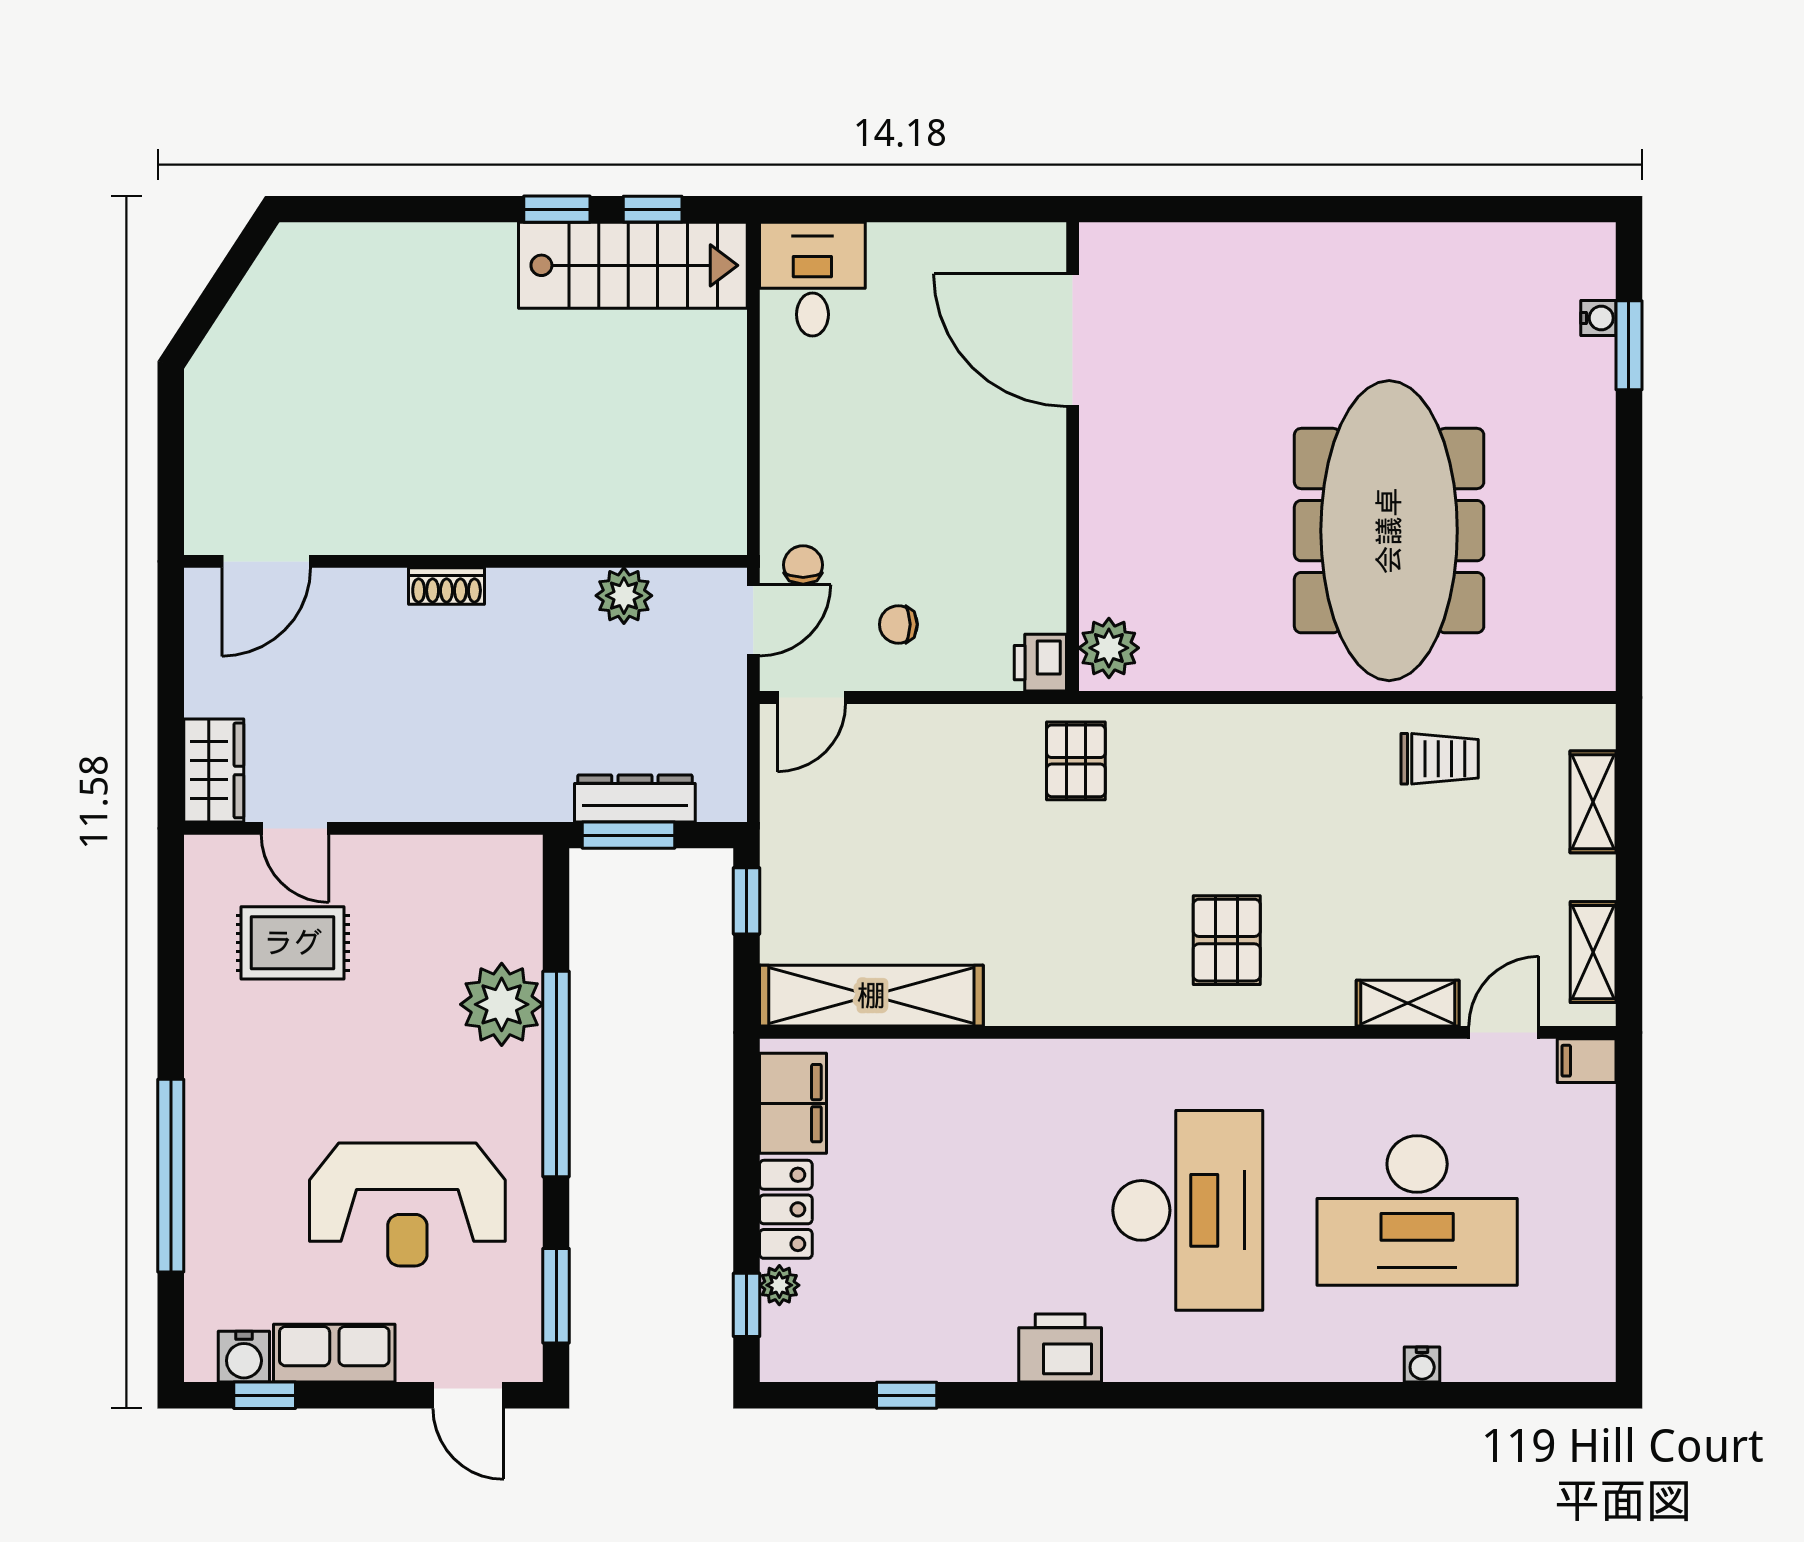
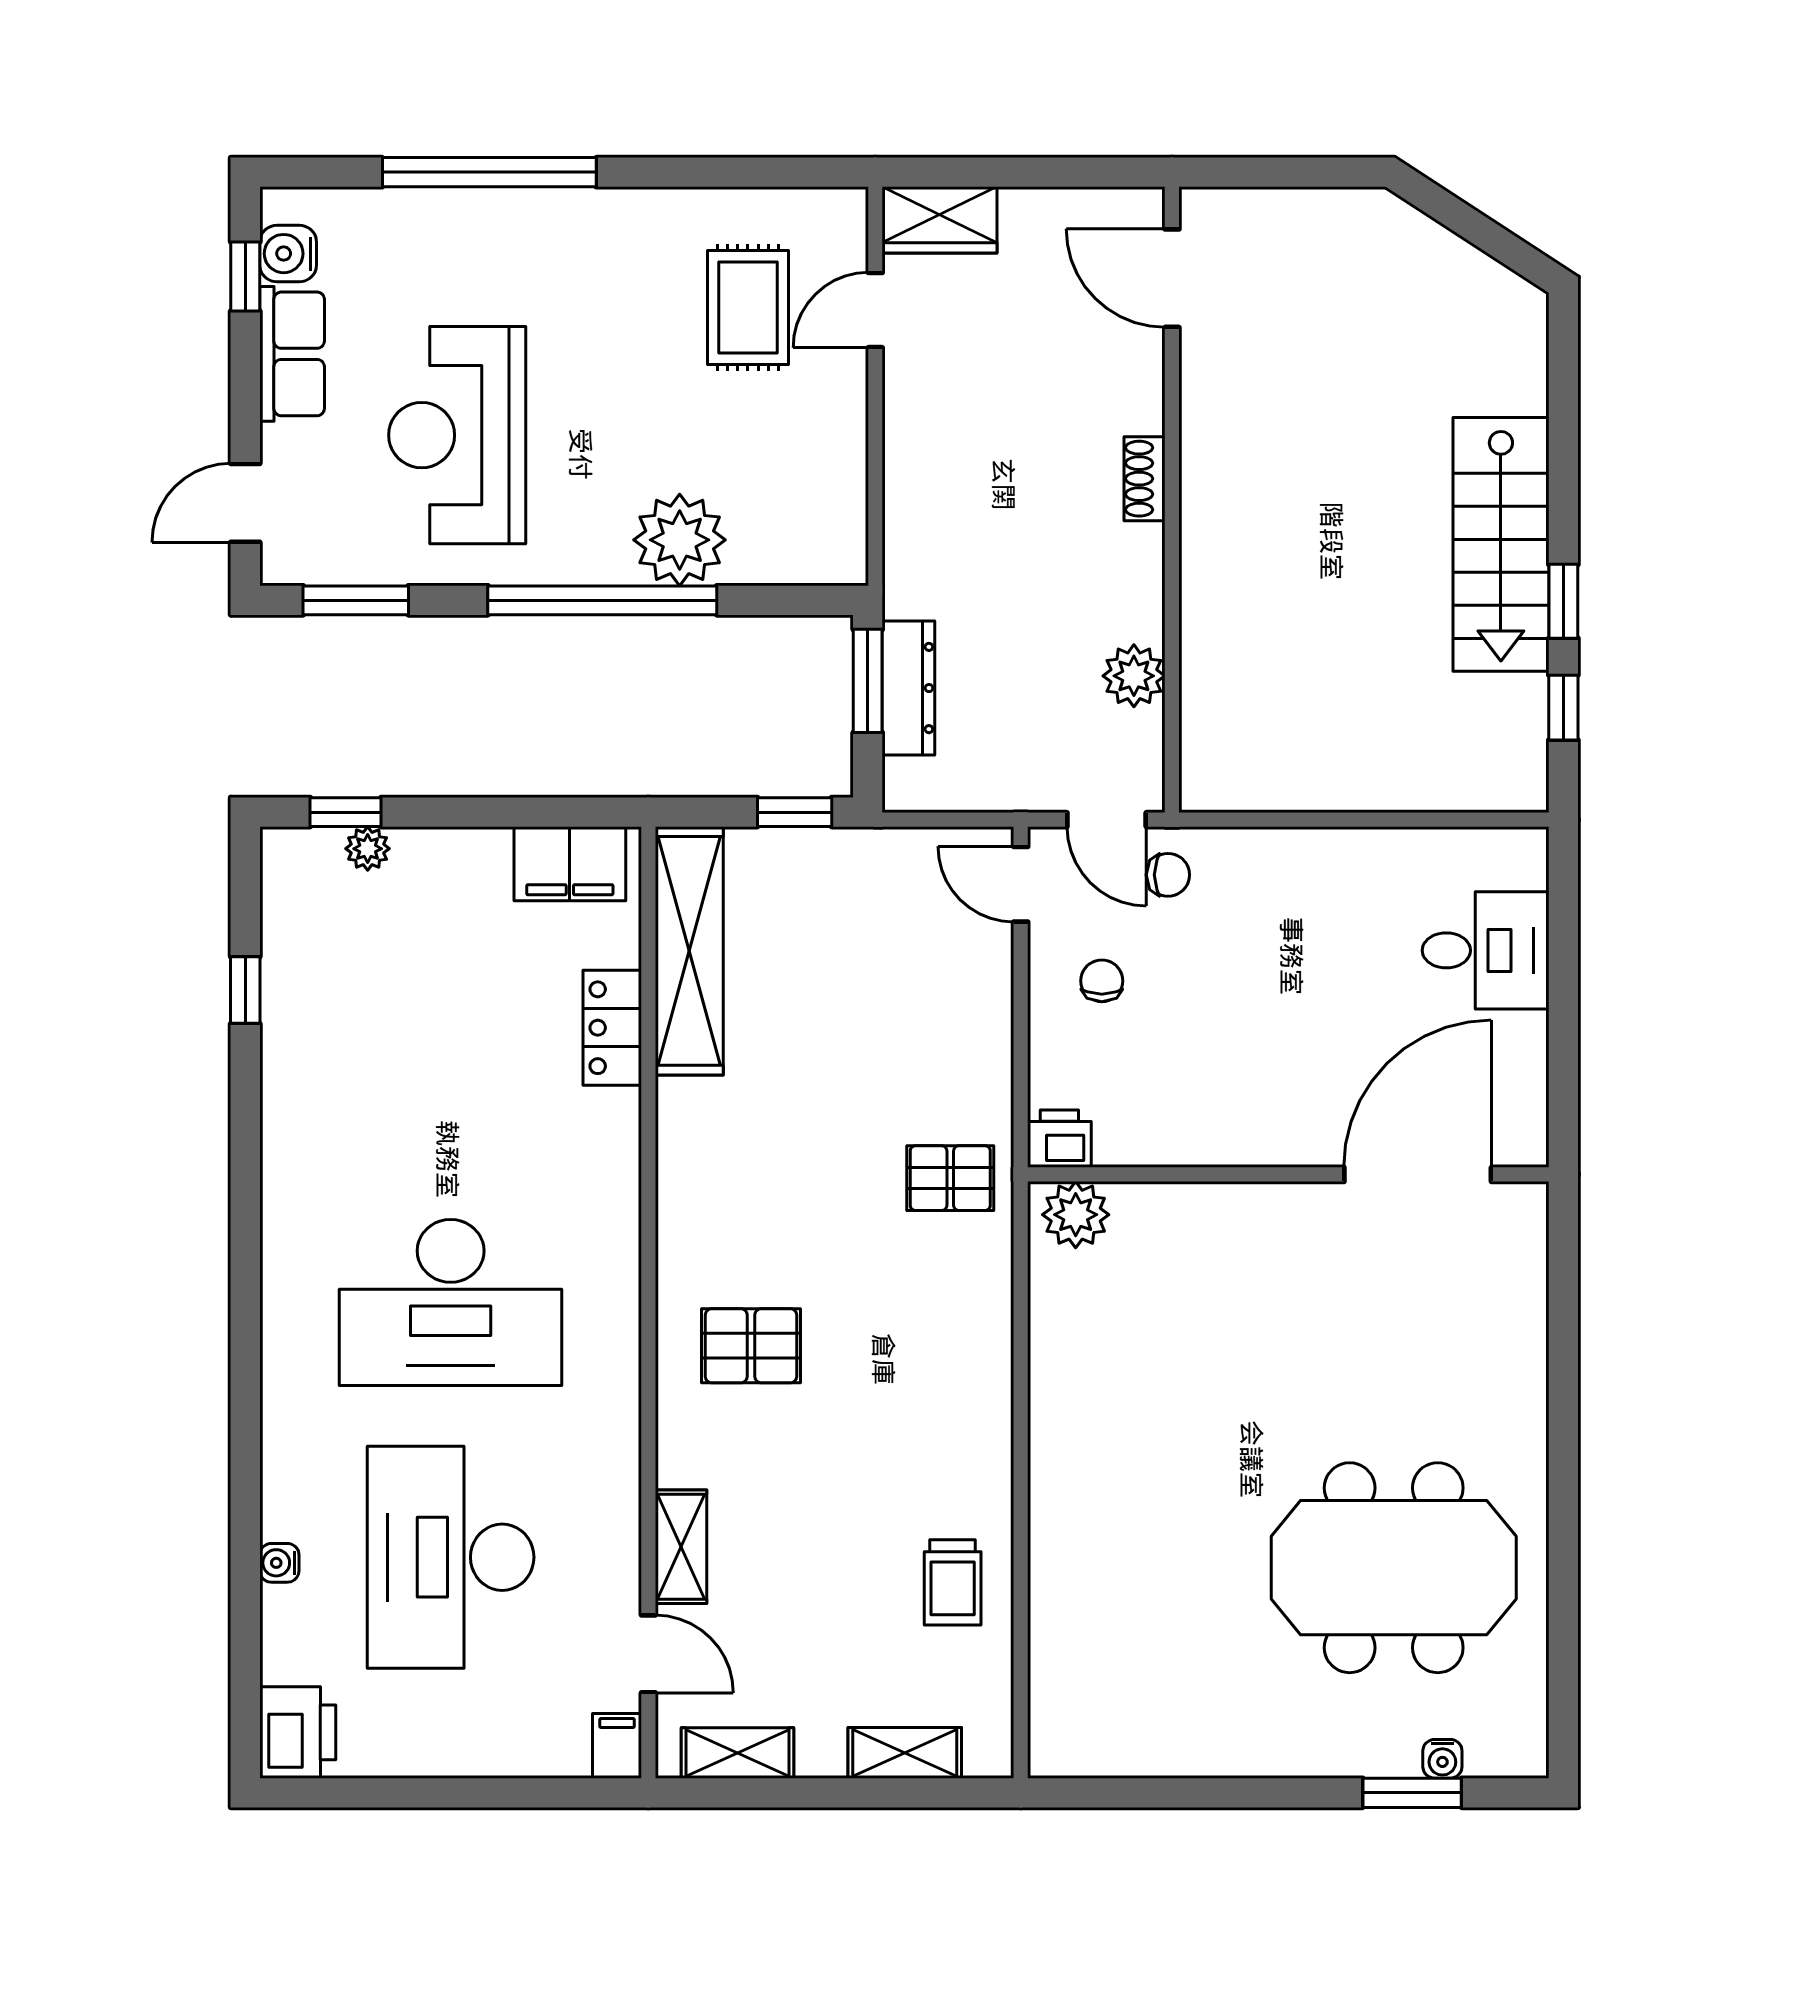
stairs: (633, 265) -> (1501, 544), moved
desk: (812, 279) -> (1486, 950), moved
meeting table: (1389, 531) -> (1394, 1568), moved, width x0.73
locker: (786, 1209) -> (612, 1028), moved, turned 90
printer: (1060, 1348) -> (298, 1732), moved

